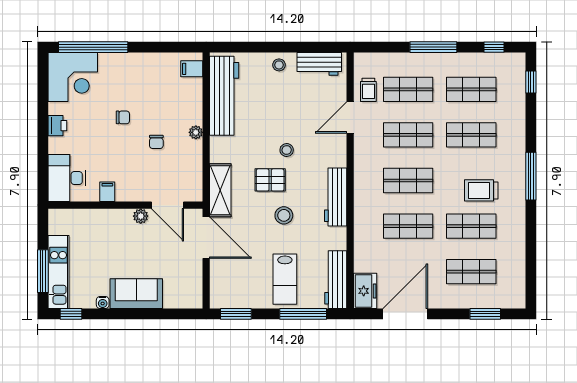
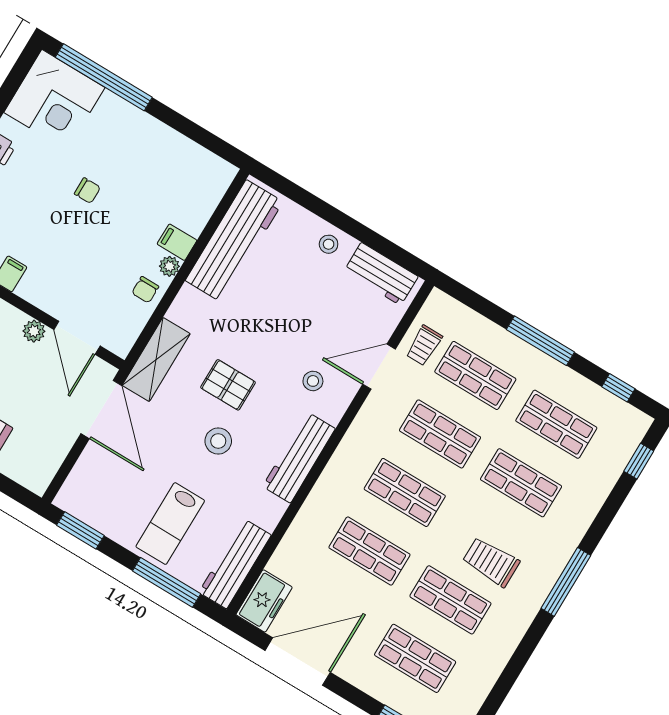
filing cabinet: (192, 69) -> (177, 242), moved
chair: (156, 142) -> (145, 290), moved
stool: (287, 150) -> (313, 381), moved

